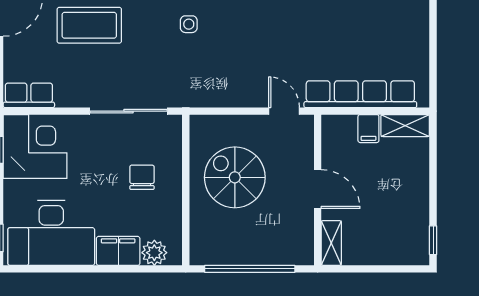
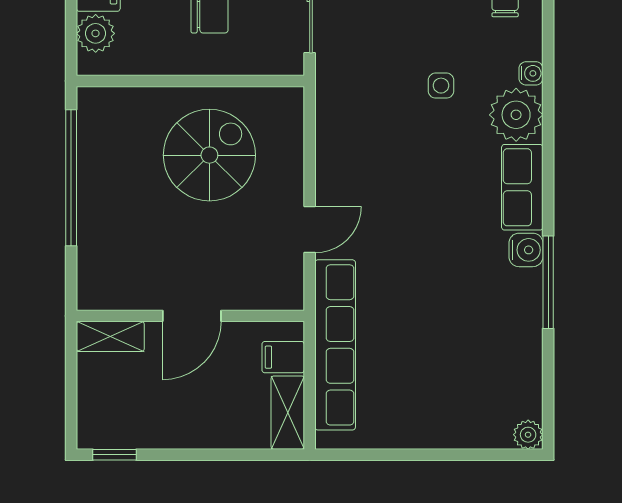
door: (318, 189) -> (192, 316), moved
wall: (318, 190) -> (190, 316), moved
shelving: (331, 243) -> (110, 336), moved

